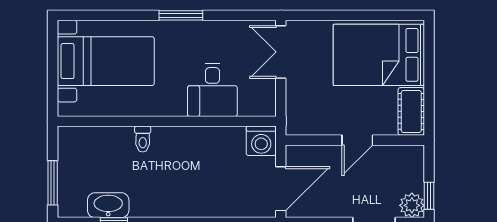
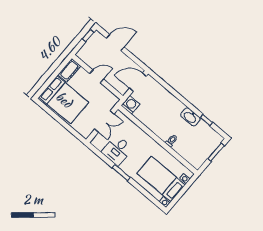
double door: (281, 52) -> (104, 121), moved
desk: (212, 90) -> (117, 150), moved, turned 180
washbasin: (108, 205) -> (190, 117), moved
plant: (412, 205) -> (97, 37), removed

